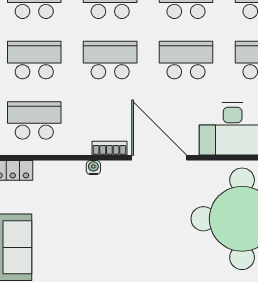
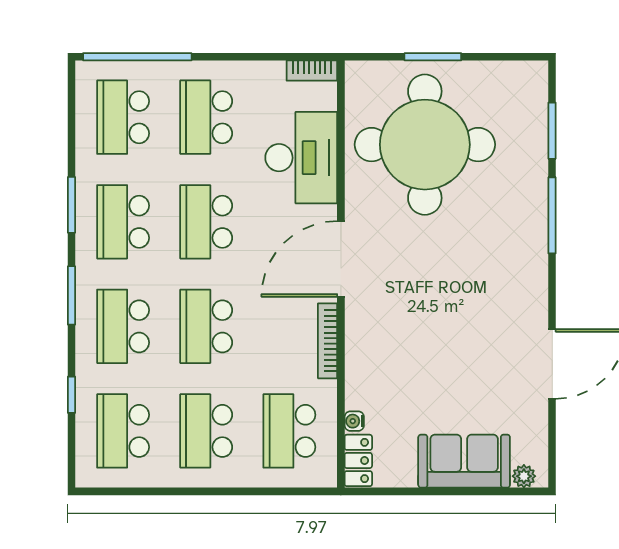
bookcase: (109, 148) -> (328, 341), width x1.56
water cooler: (93, 168) -> (354, 421), moved

